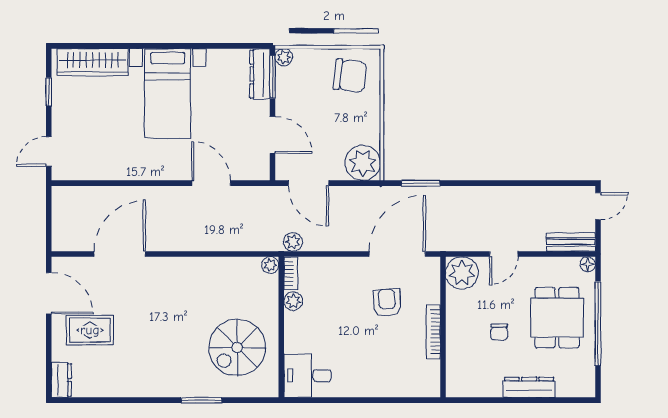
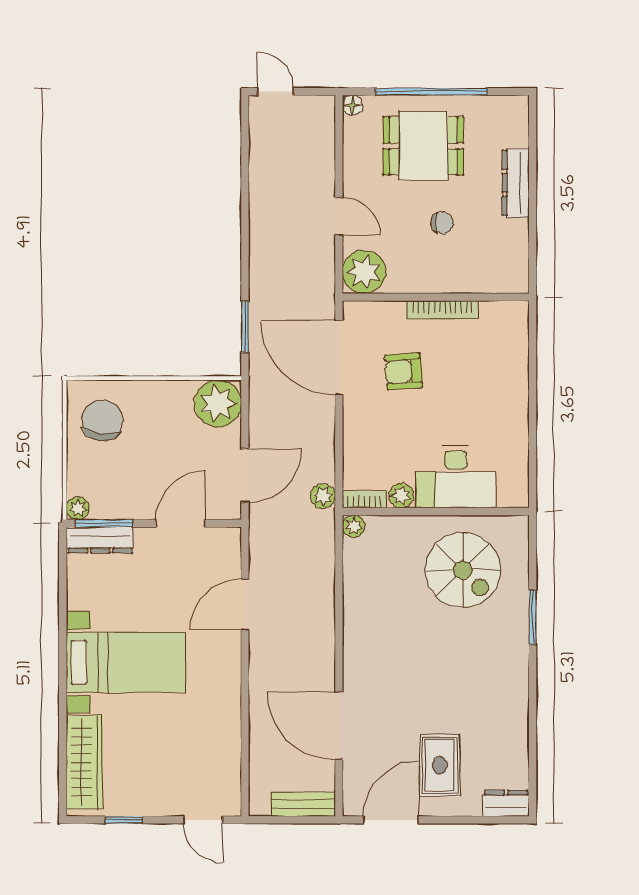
bench: (571, 242) -> (303, 804), moved, turned 90
desk: (308, 376) -> (456, 477), moved, width x1.37

